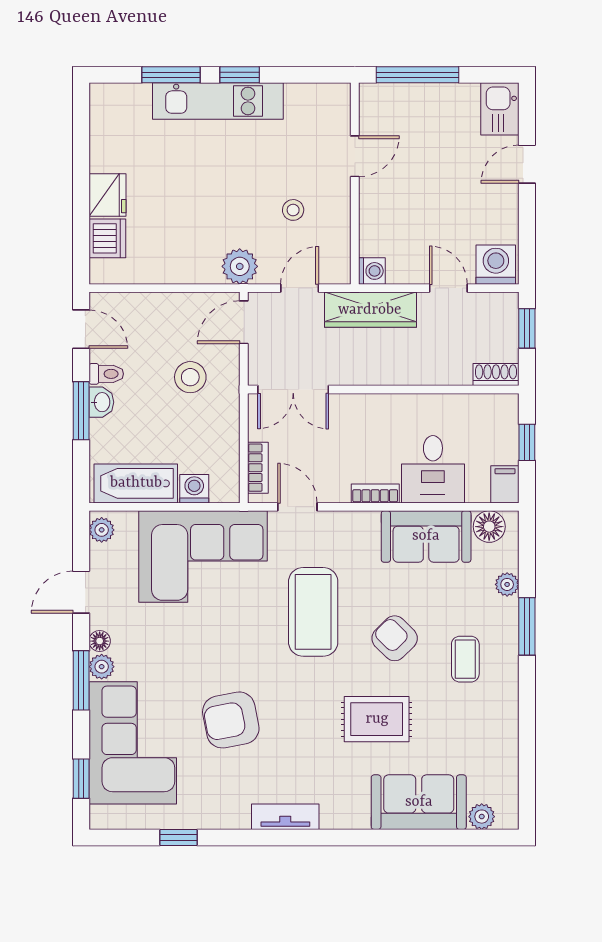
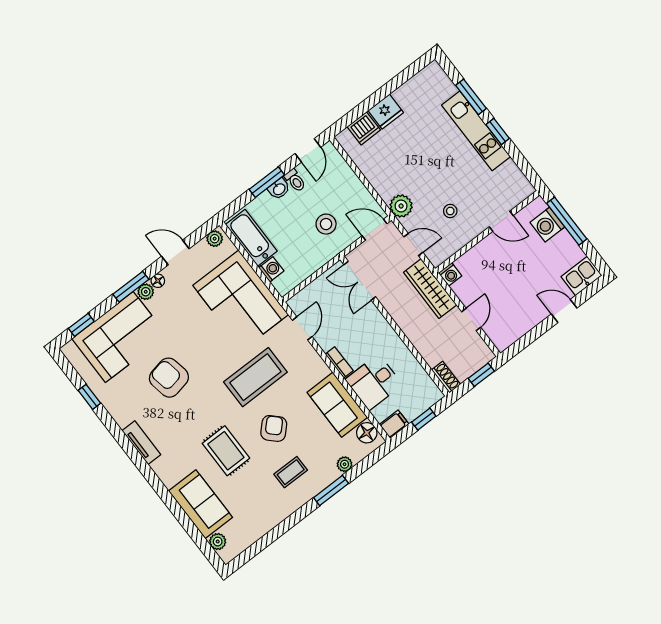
washing machine: (496, 265) -> (547, 225), moved, turned 180
bookcase: (258, 468) -> (307, 293), removed

